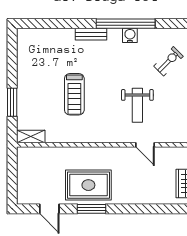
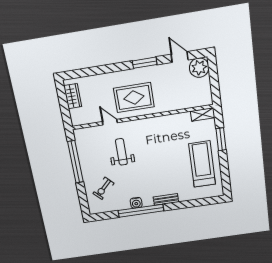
treadmill: (74, 94) -> (202, 164), moved, width x1.37, depth x1.38
rug: (88, 185) -> (134, 97), moved
plant: (28, 193) -> (199, 68), added

